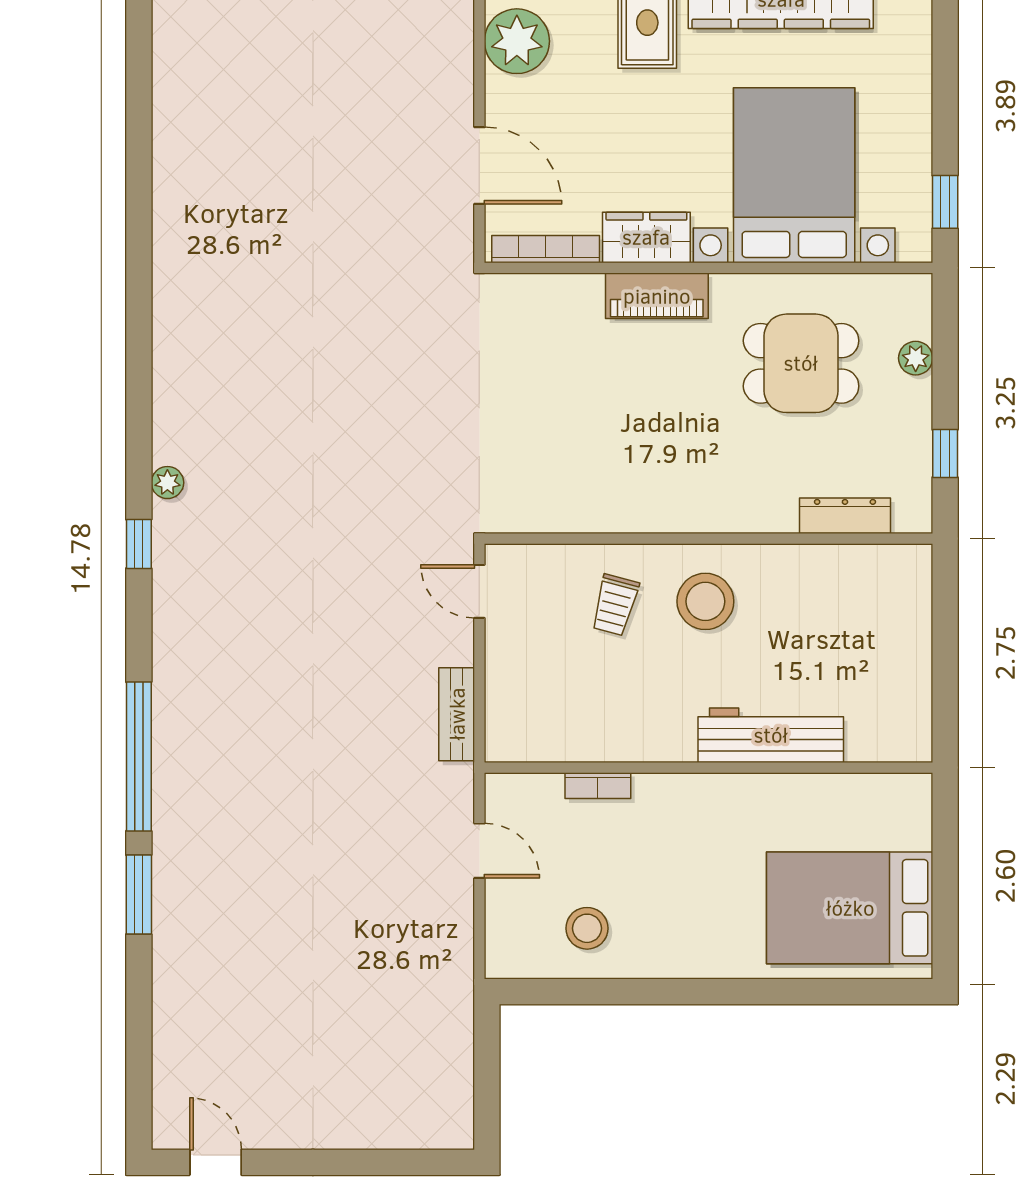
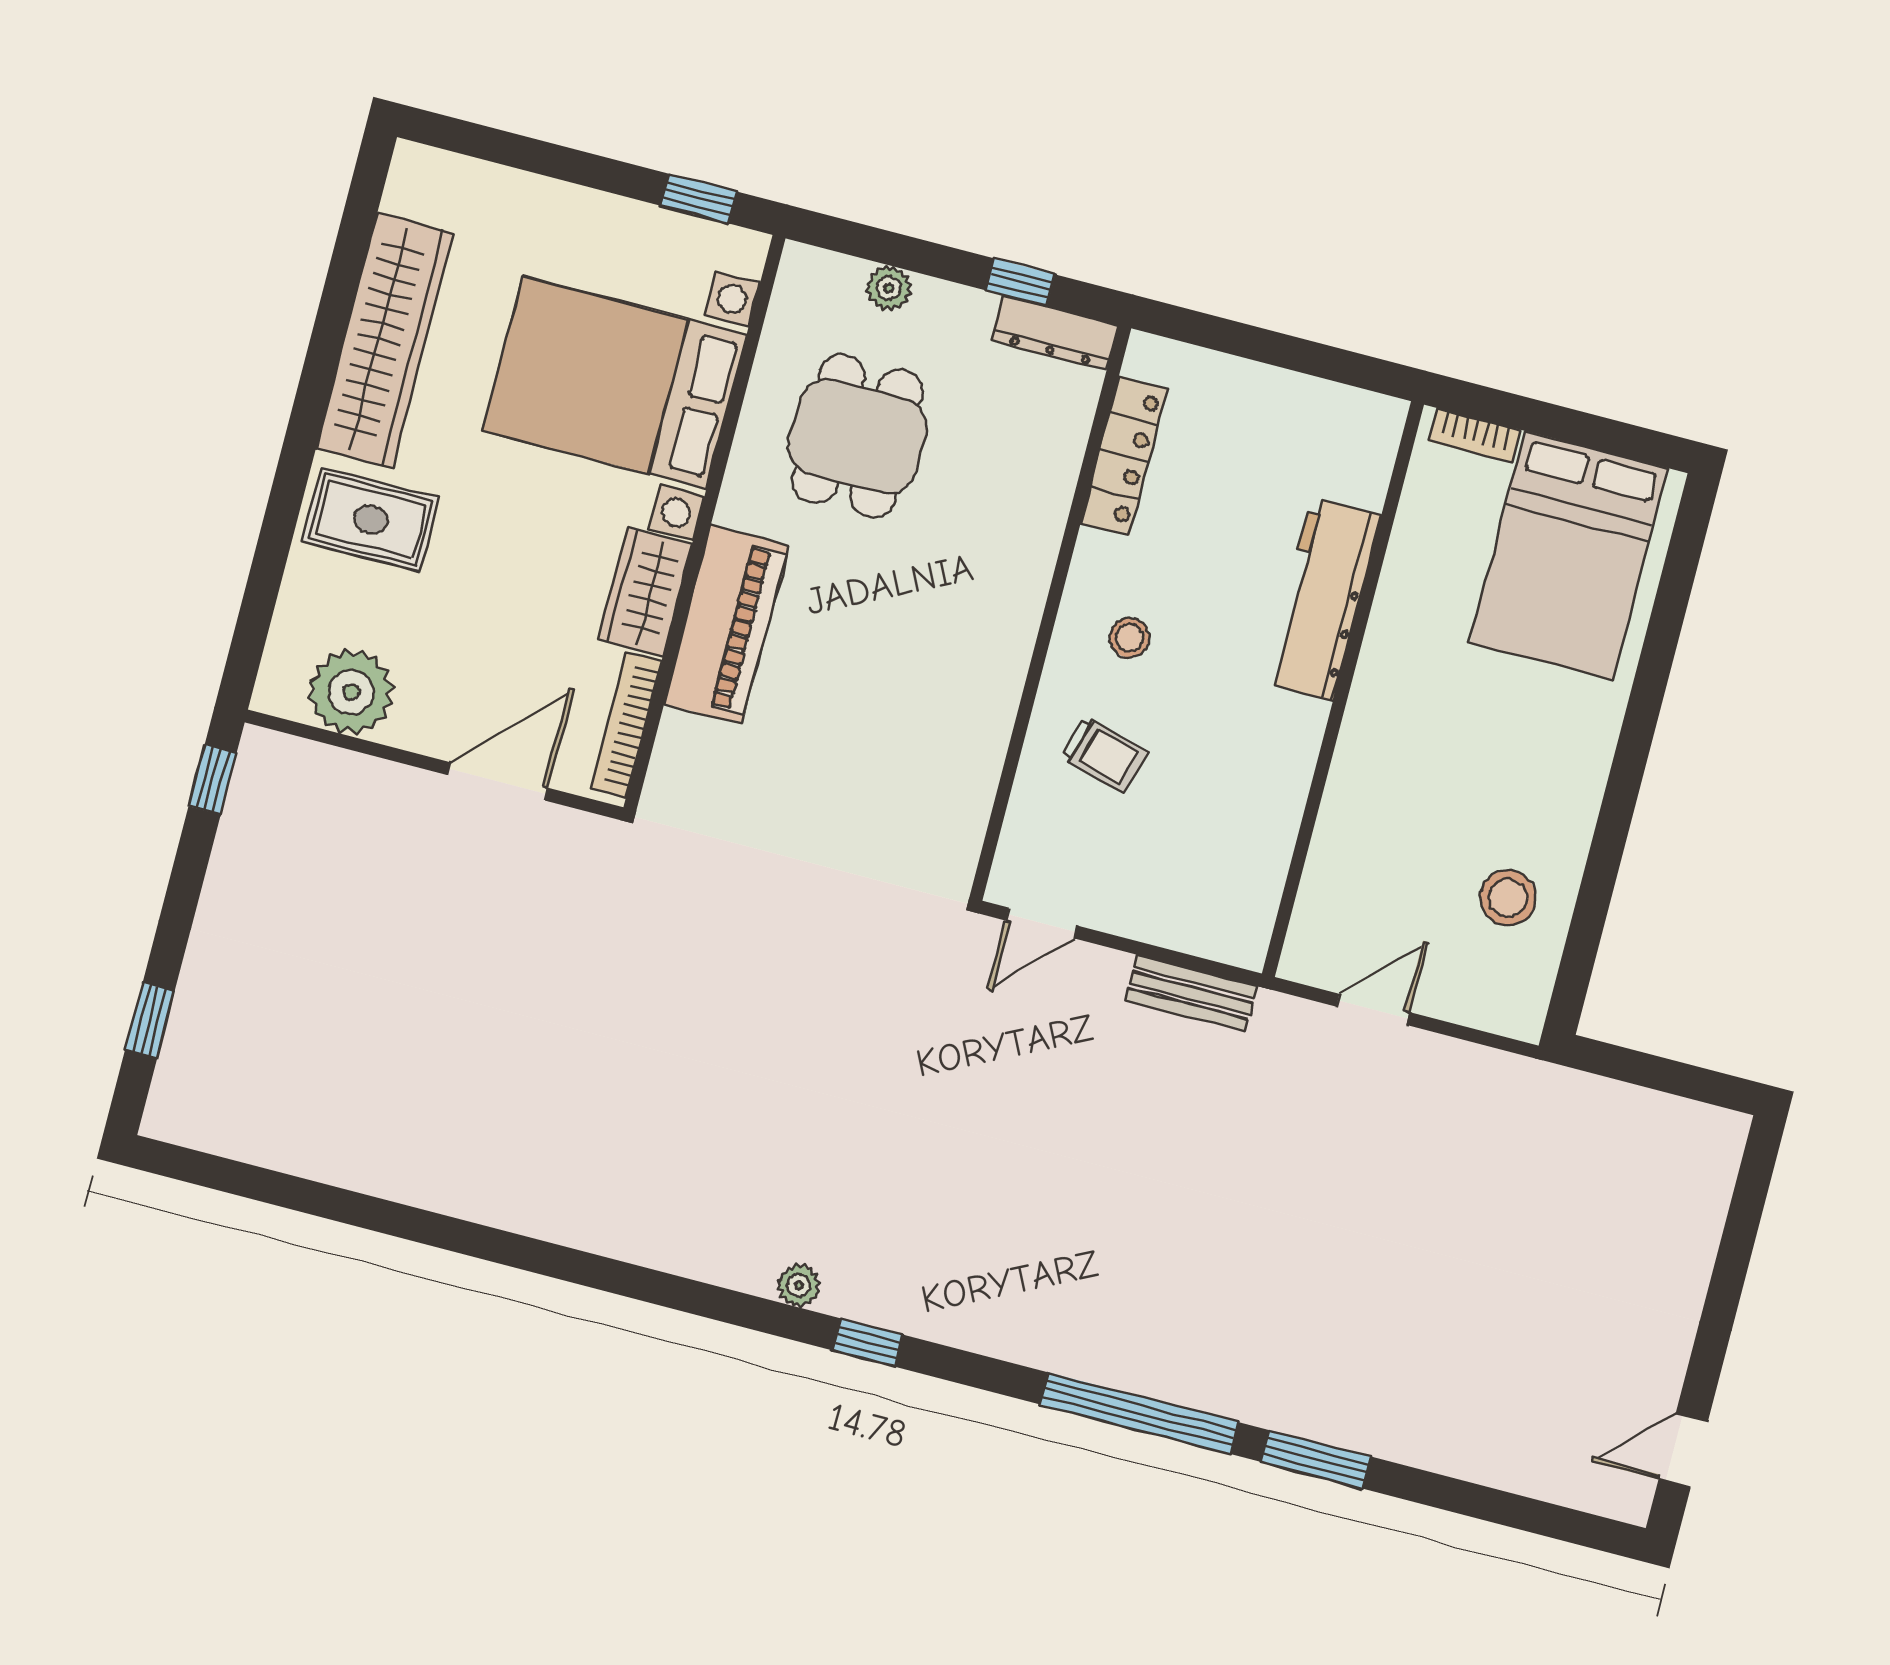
piano: (657, 296) -> (726, 625), width x1.37, depth x1.33
dresser: (845, 516) -> (1055, 333), moved, turned -90
locker: (838, 563) -> (1124, 456), added
stool: (705, 601) -> (1130, 638), width x0.53, depth x0.53
bookcase: (598, 786) -> (1475, 436), moved, turned 90

